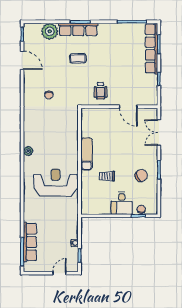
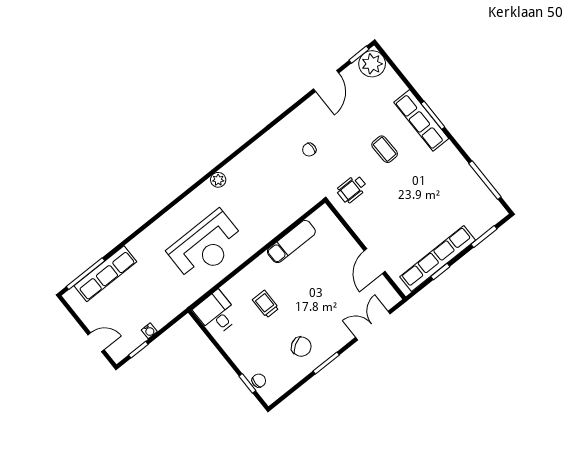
plant: (50, 31) -> (372, 64), moved
row of seats: (152, 49) -> (438, 259), moved
wheelchair: (101, 91) -> (352, 189), moved
exam couch: (86, 154) -> (291, 242), moved
reception desk: (56, 183) -> (206, 246), turned 90
desk: (122, 203) -> (216, 313), moved, turned 90

